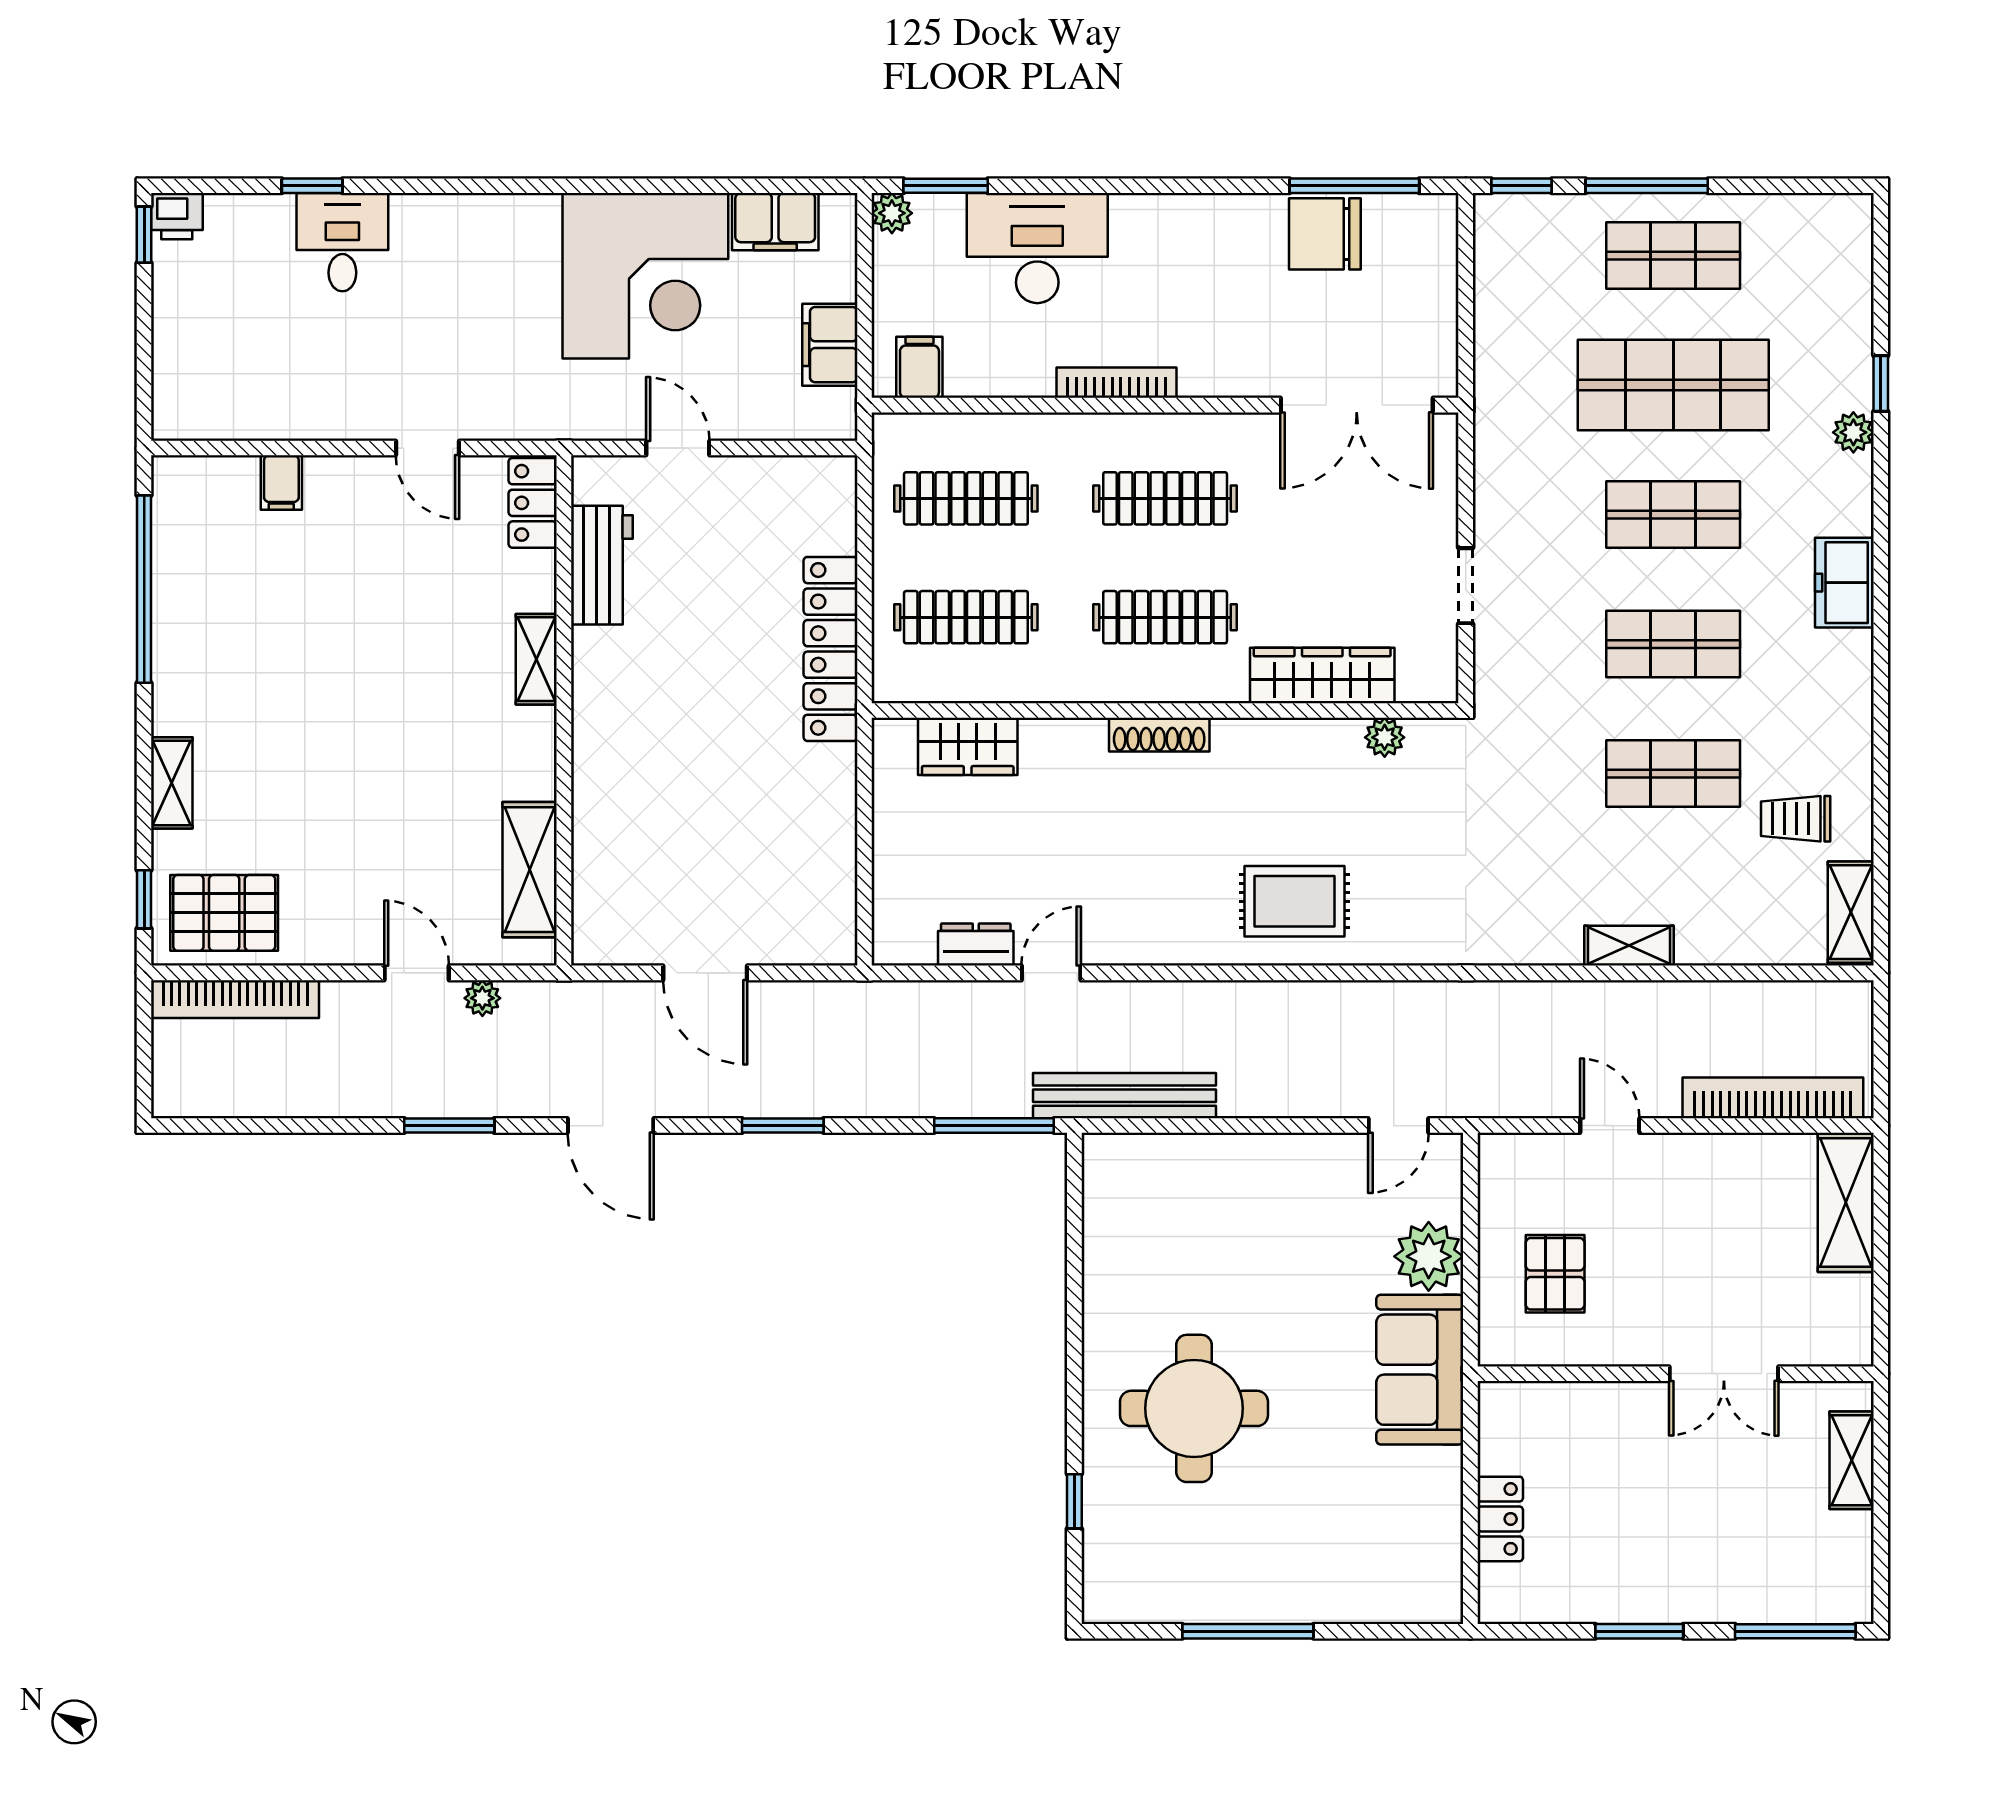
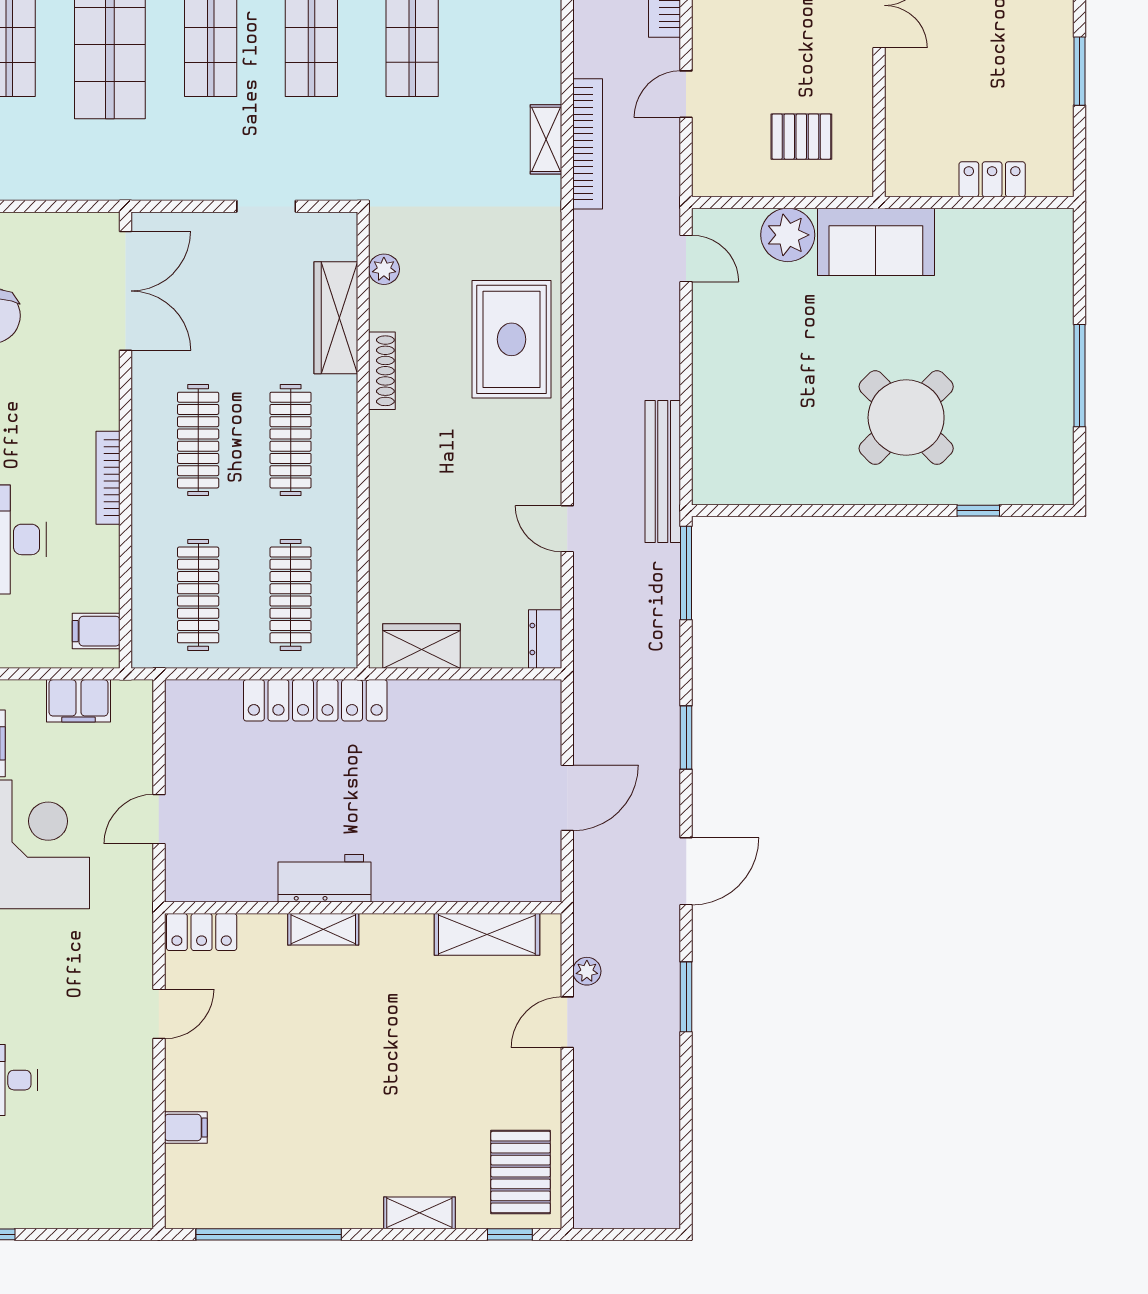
workbench: (602, 565) -> (325, 878), moved
shoe rack: (1159, 735) -> (382, 371), moved
wardrobe: (968, 746) -> (421, 646), moved, turned -90
rug: (1294, 901) -> (511, 339), width x1.36, depth x1.43
dresser: (976, 945) -> (545, 639), moved
shelving: (1629, 946) -> (546, 139), moved
bookcase: (235, 999) -> (588, 144), moved
round table: (1194, 1408) -> (906, 418), turned 45

